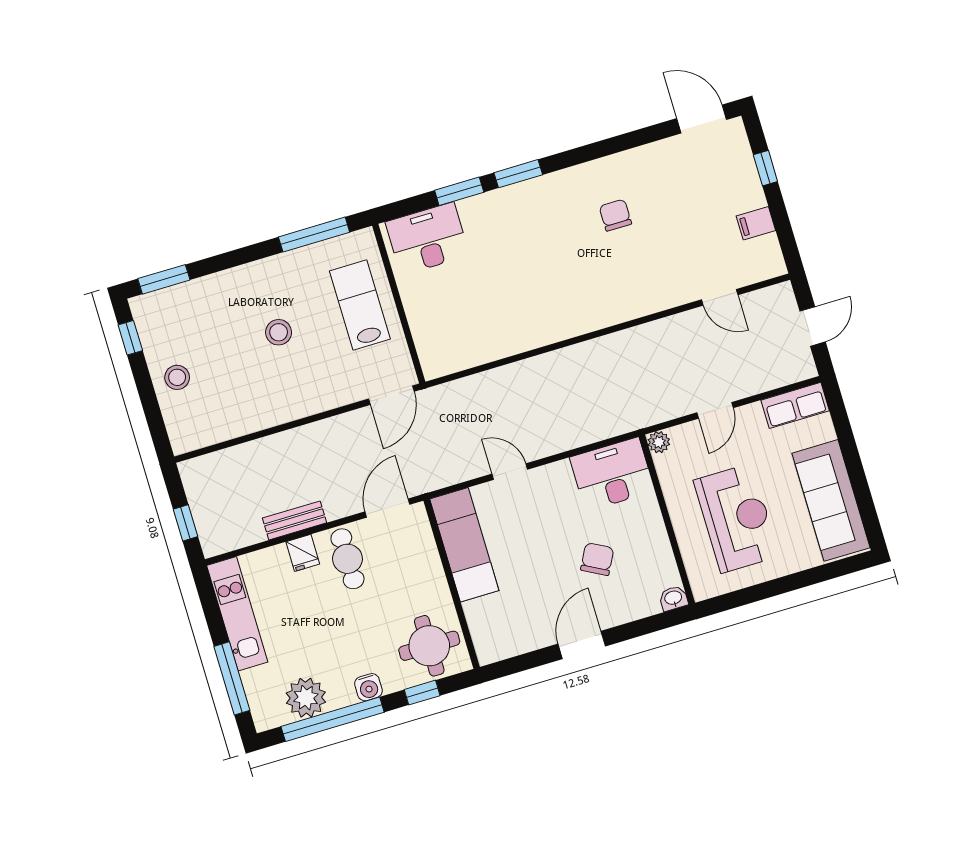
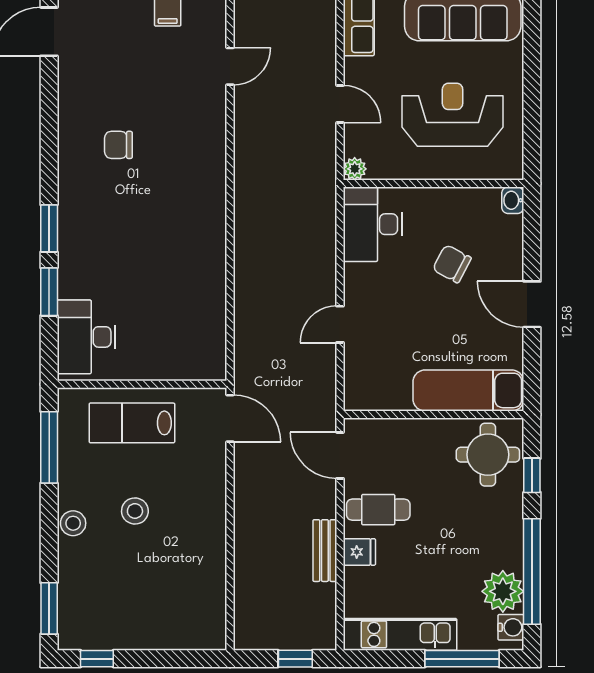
stool: (177, 377) -> (73, 523), moved
exam couch: (464, 545) -> (468, 390), moved
water cooler: (368, 687) -> (511, 627), moved

